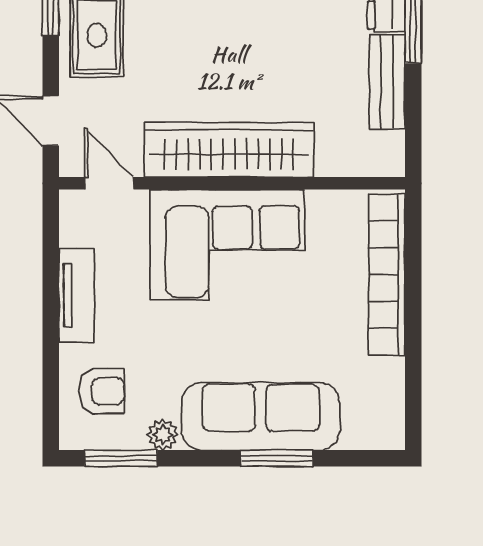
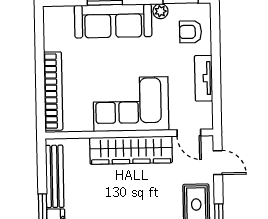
bench: (387, 82) -> (55, 176), width x1.36

